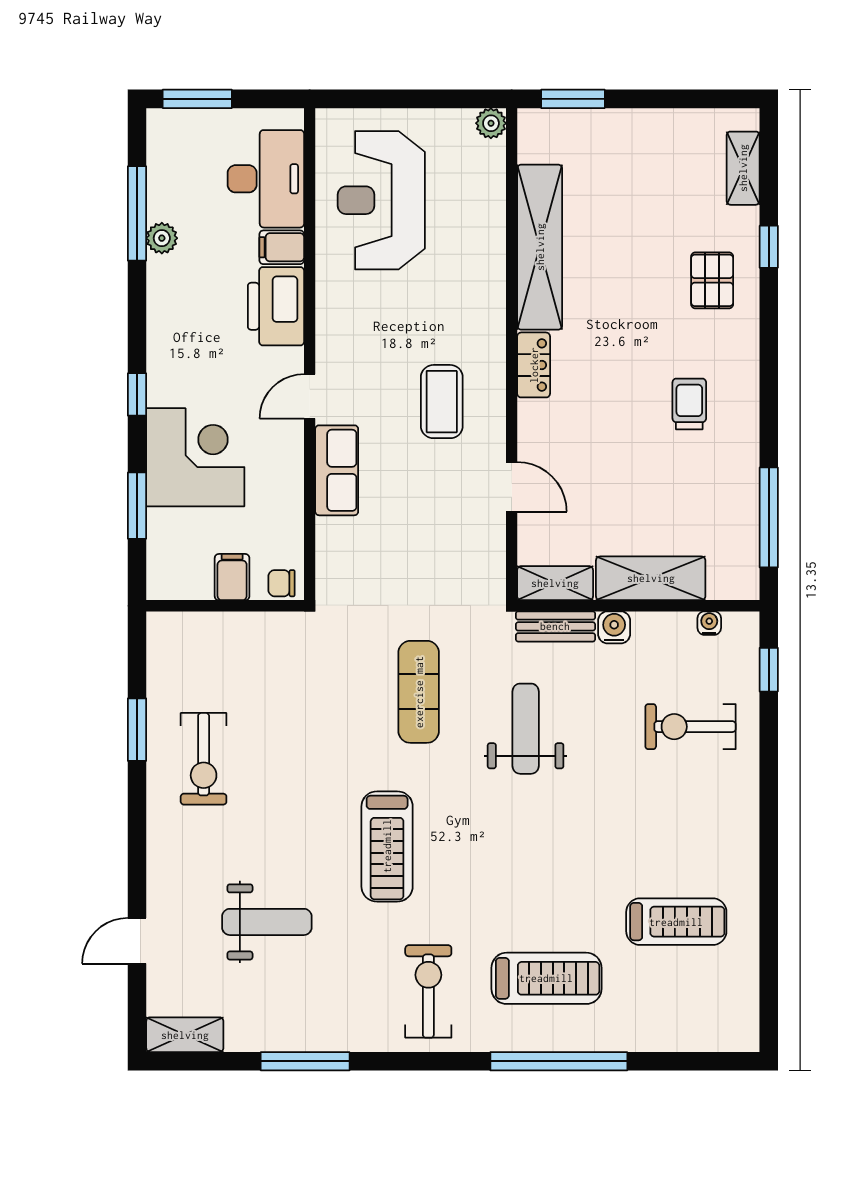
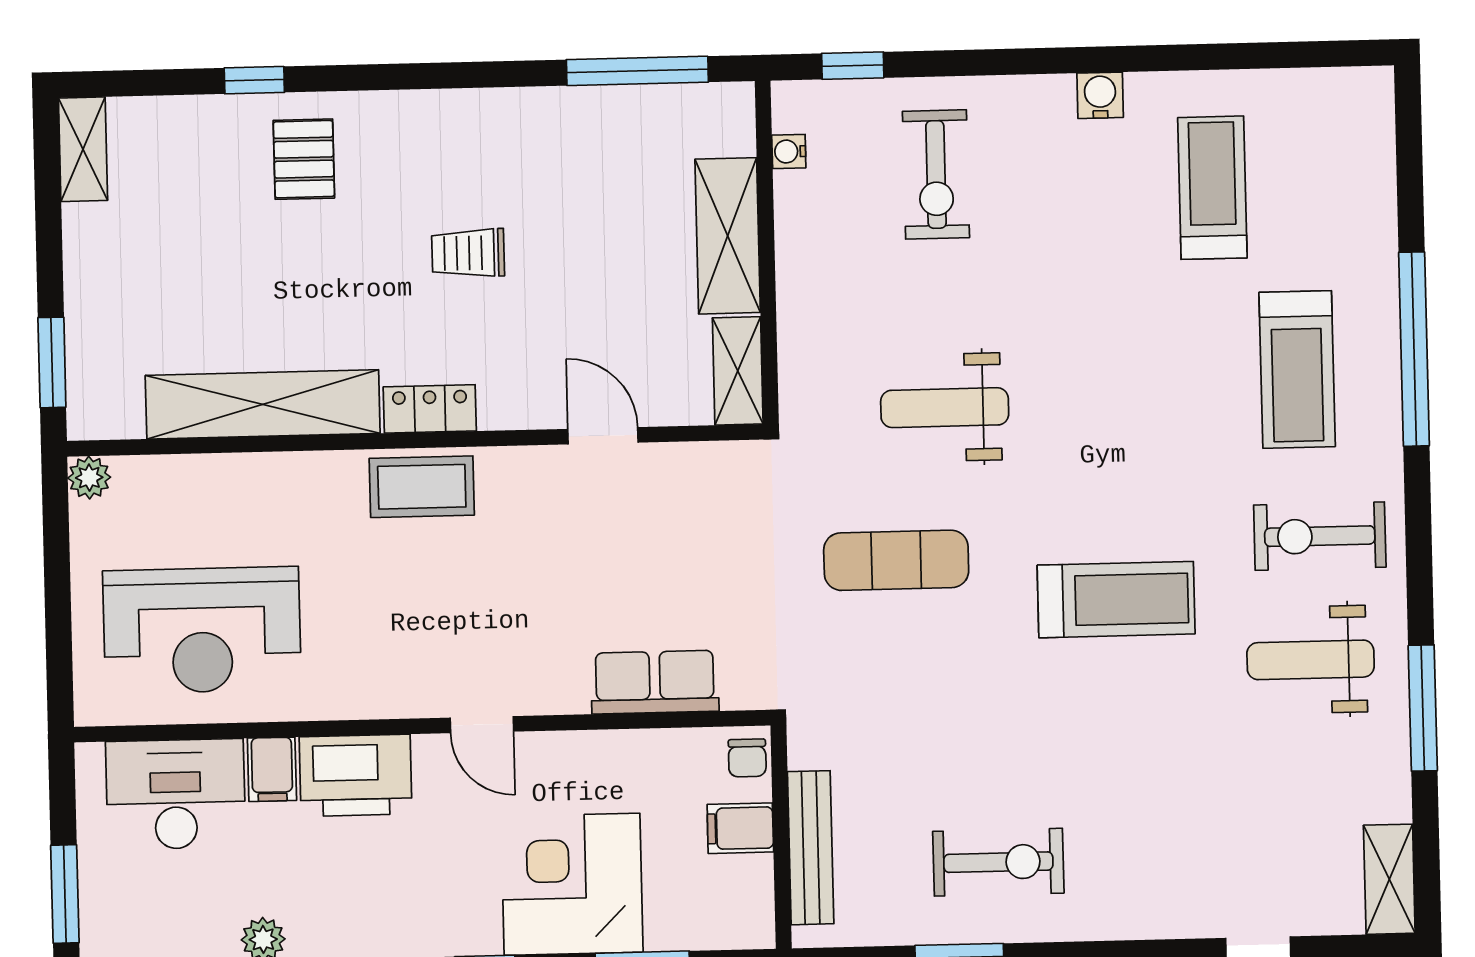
shelving: (743, 168) -> (83, 149), moved, turned 90
pallet: (712, 280) -> (304, 159), turned 90
coffee table: (442, 402) -> (422, 487), moved
trolley: (689, 404) -> (468, 253), moved
row of seats: (337, 470) -> (655, 682), moved
door: (512, 487) -> (603, 436), hinge flipped
bench: (555, 626) -> (811, 848), moved, width x1.36
water cooler: (614, 627) -> (1100, 95), moved, turned 90
weight bench: (267, 922) -> (1311, 660), moved, turned -90
treadmill: (546, 978) -> (1297, 369), turned 180

